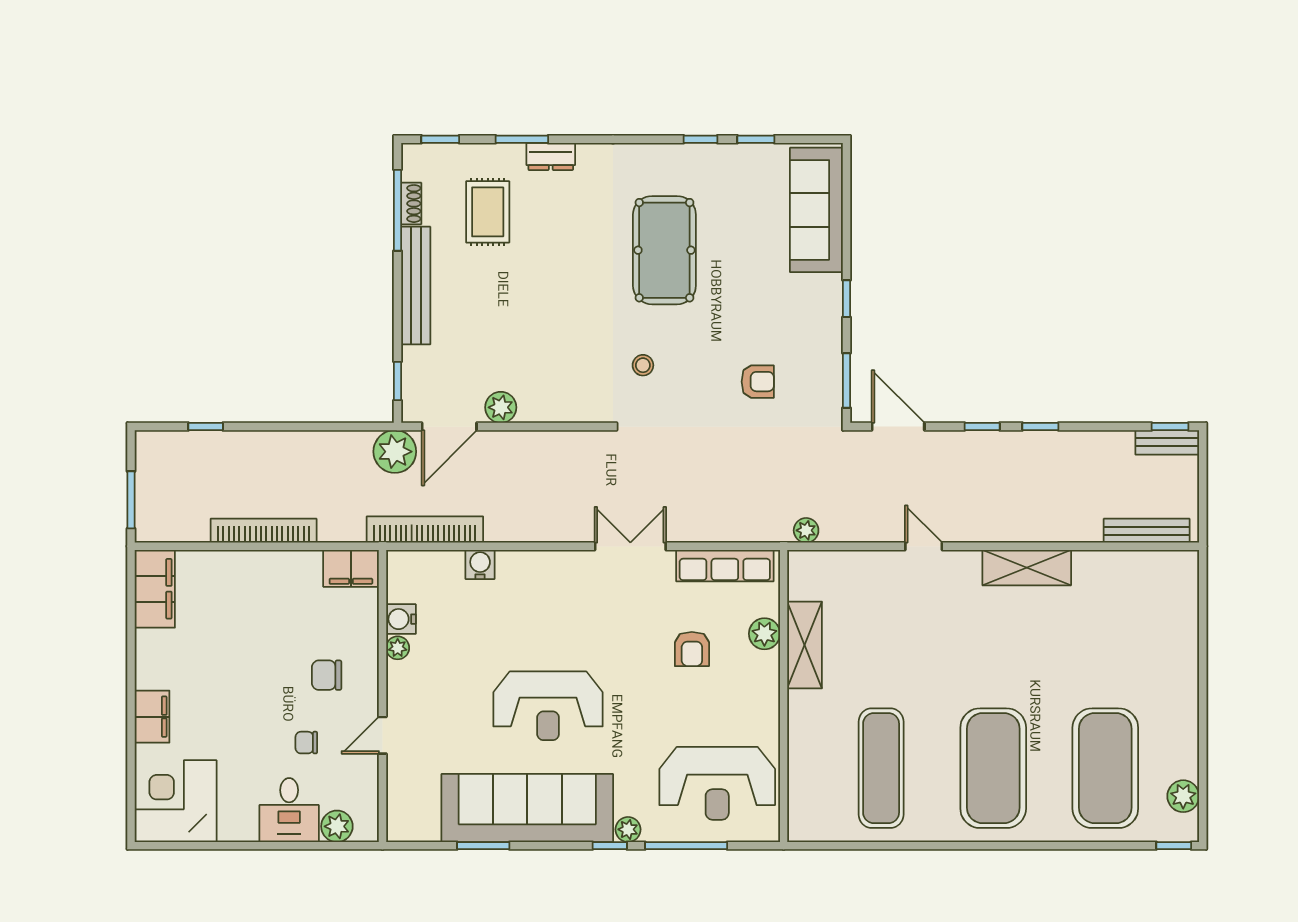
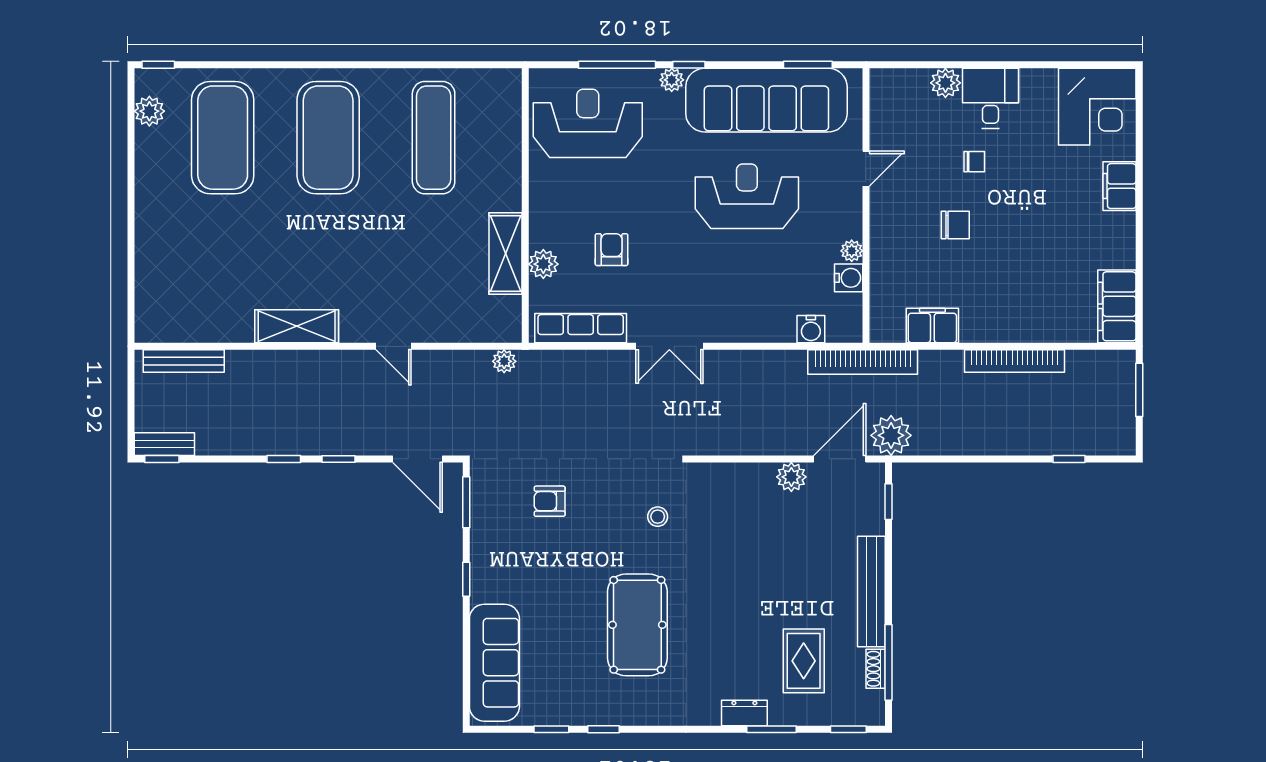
water cooler: (401, 619) -> (849, 278), moved
plant: (398, 648) -> (852, 251), moved
wall: (383, 696) -> (866, 205), moved
door: (383, 735) -> (866, 169), moved

